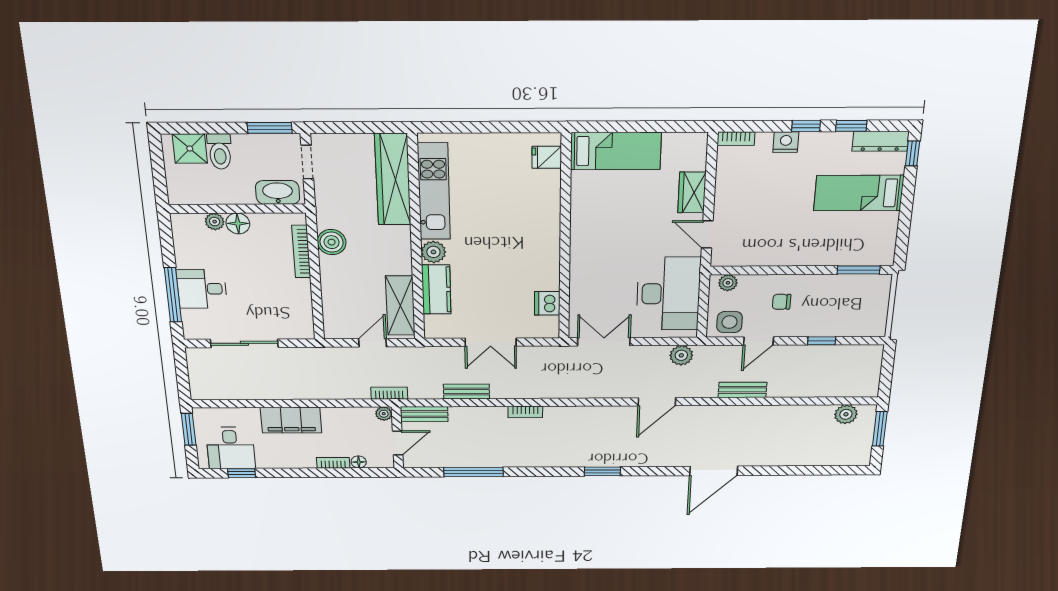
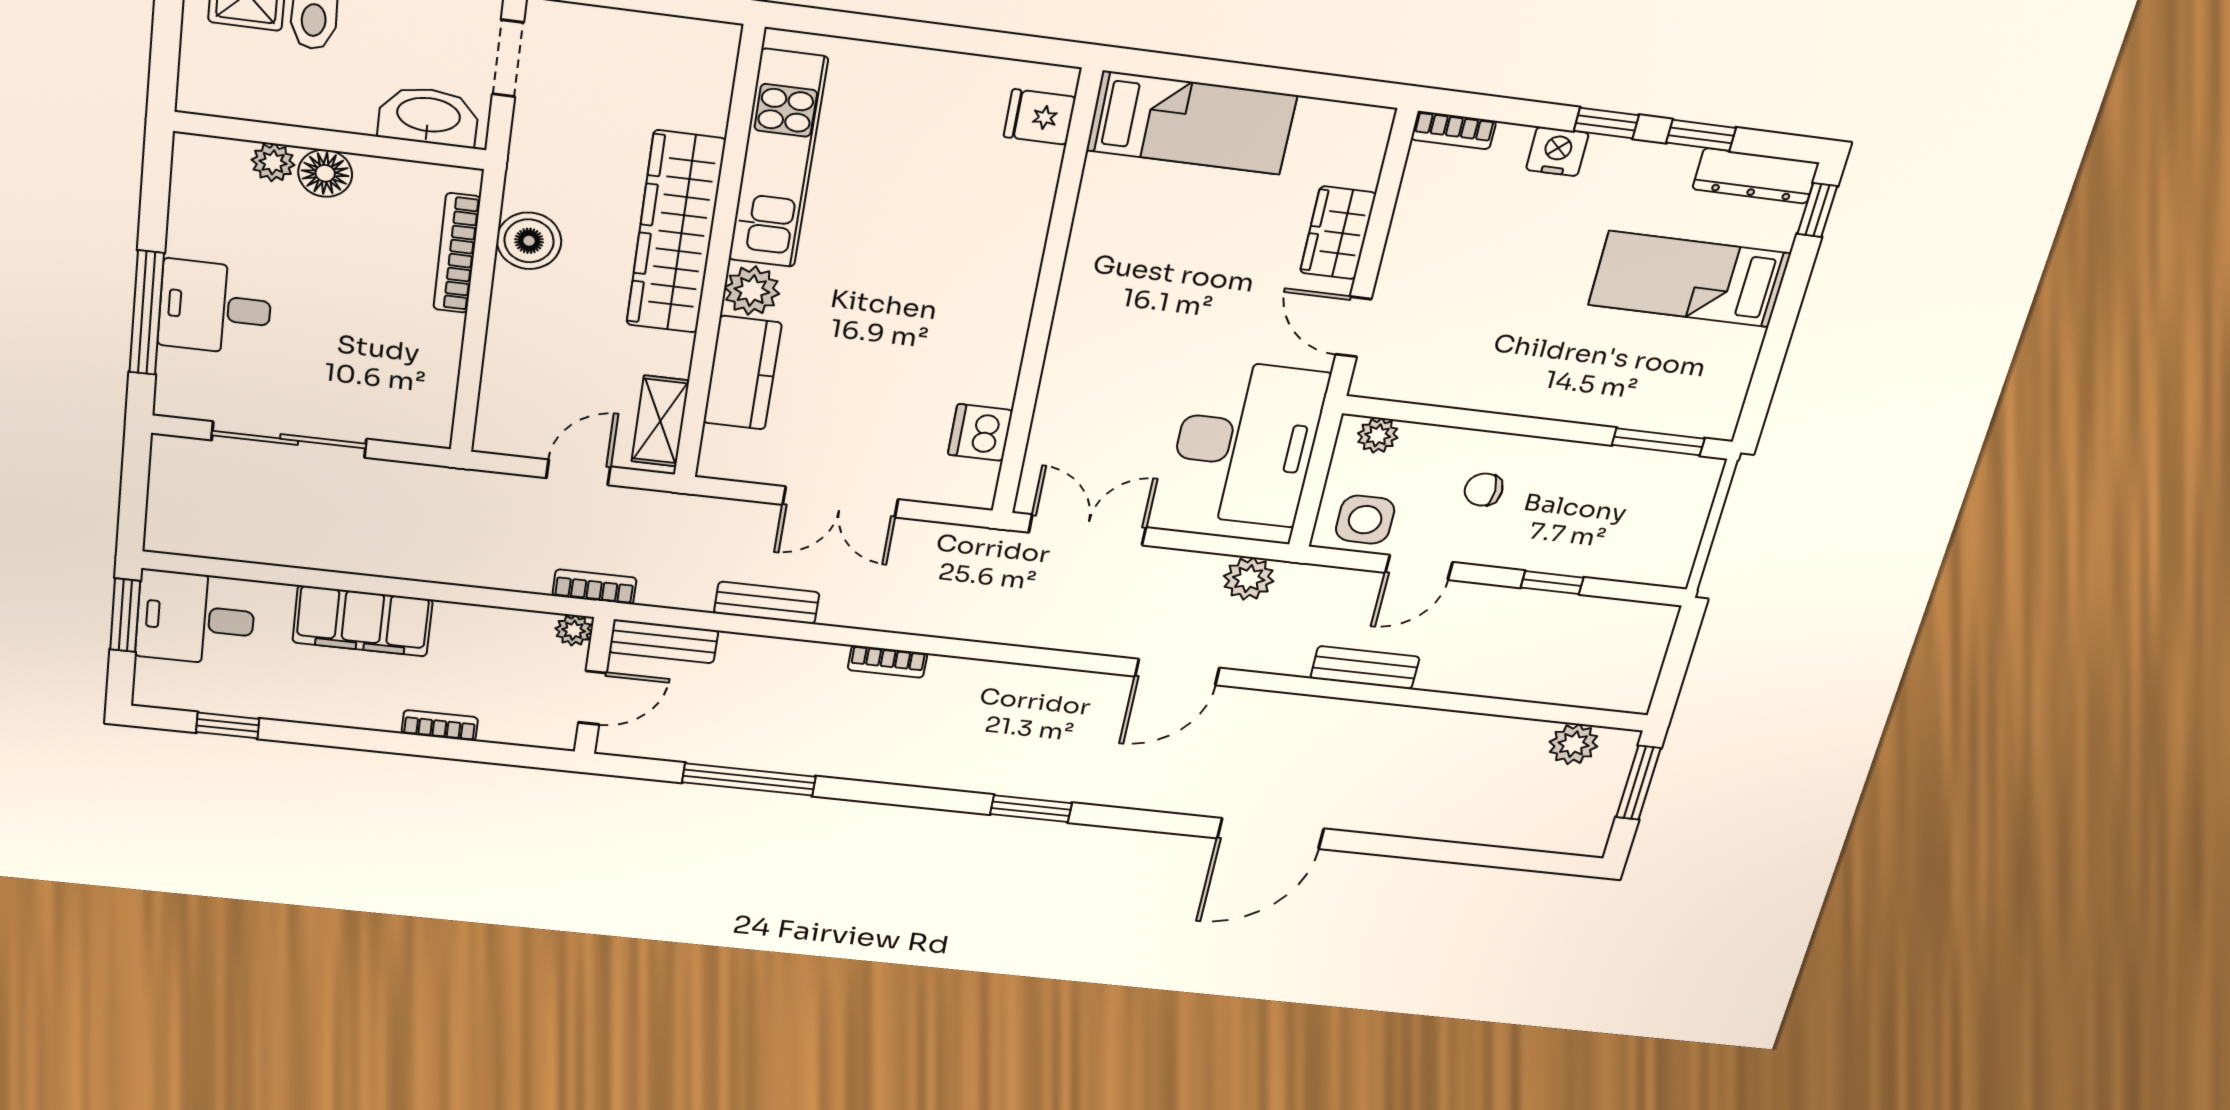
wardrobe: (393, 179) -> (676, 233), moved
shelving: (400, 306) -> (660, 421), width x0.67, depth x0.75
desk: (231, 448) -> (195, 618), moved, turned 90
floor lamp: (359, 462) -> (497, 730), removed

